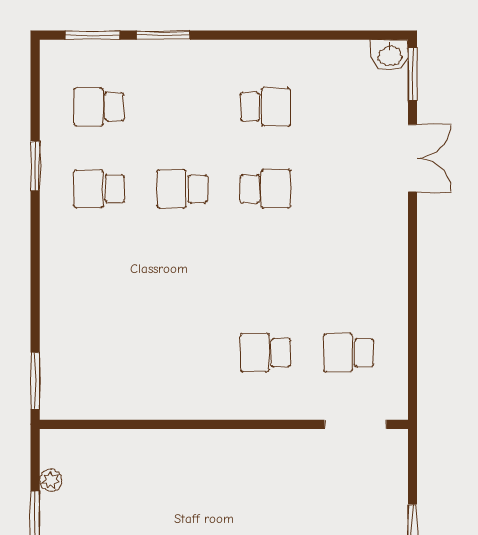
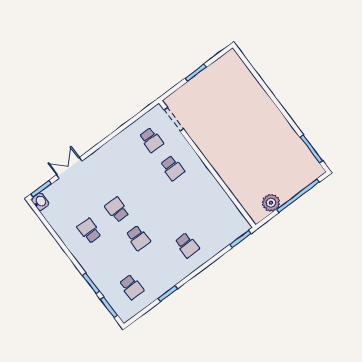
school desk: (99, 189) -> (187, 245), moved
plant: (51, 480) -> (271, 203), width x1.88, depth x1.88

